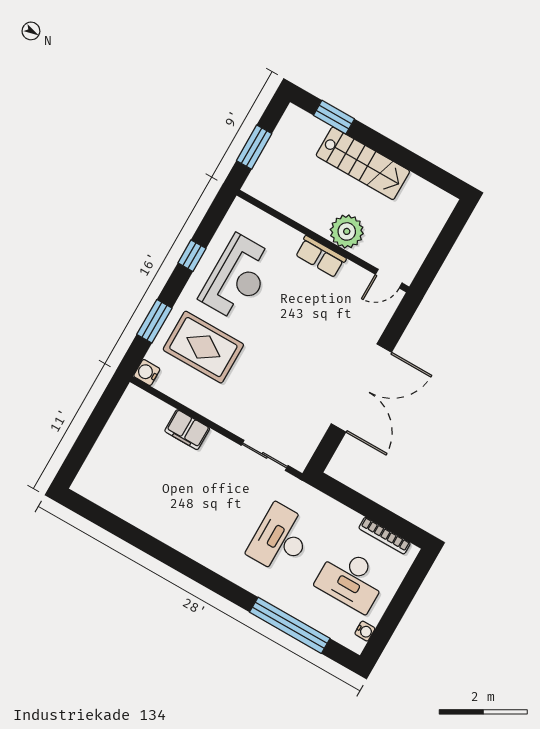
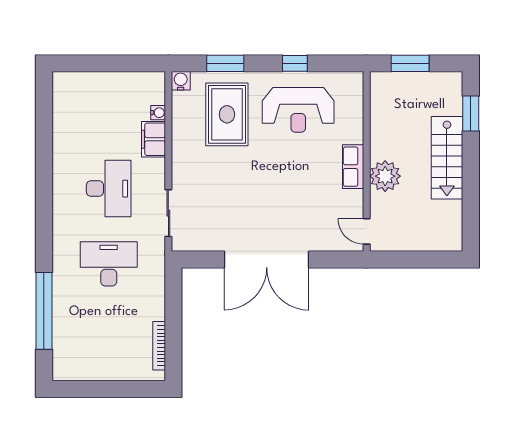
desk: (351, 580) -> (109, 189), moved, turned 180
water cooler: (365, 631) -> (158, 113), moved, turned -90

